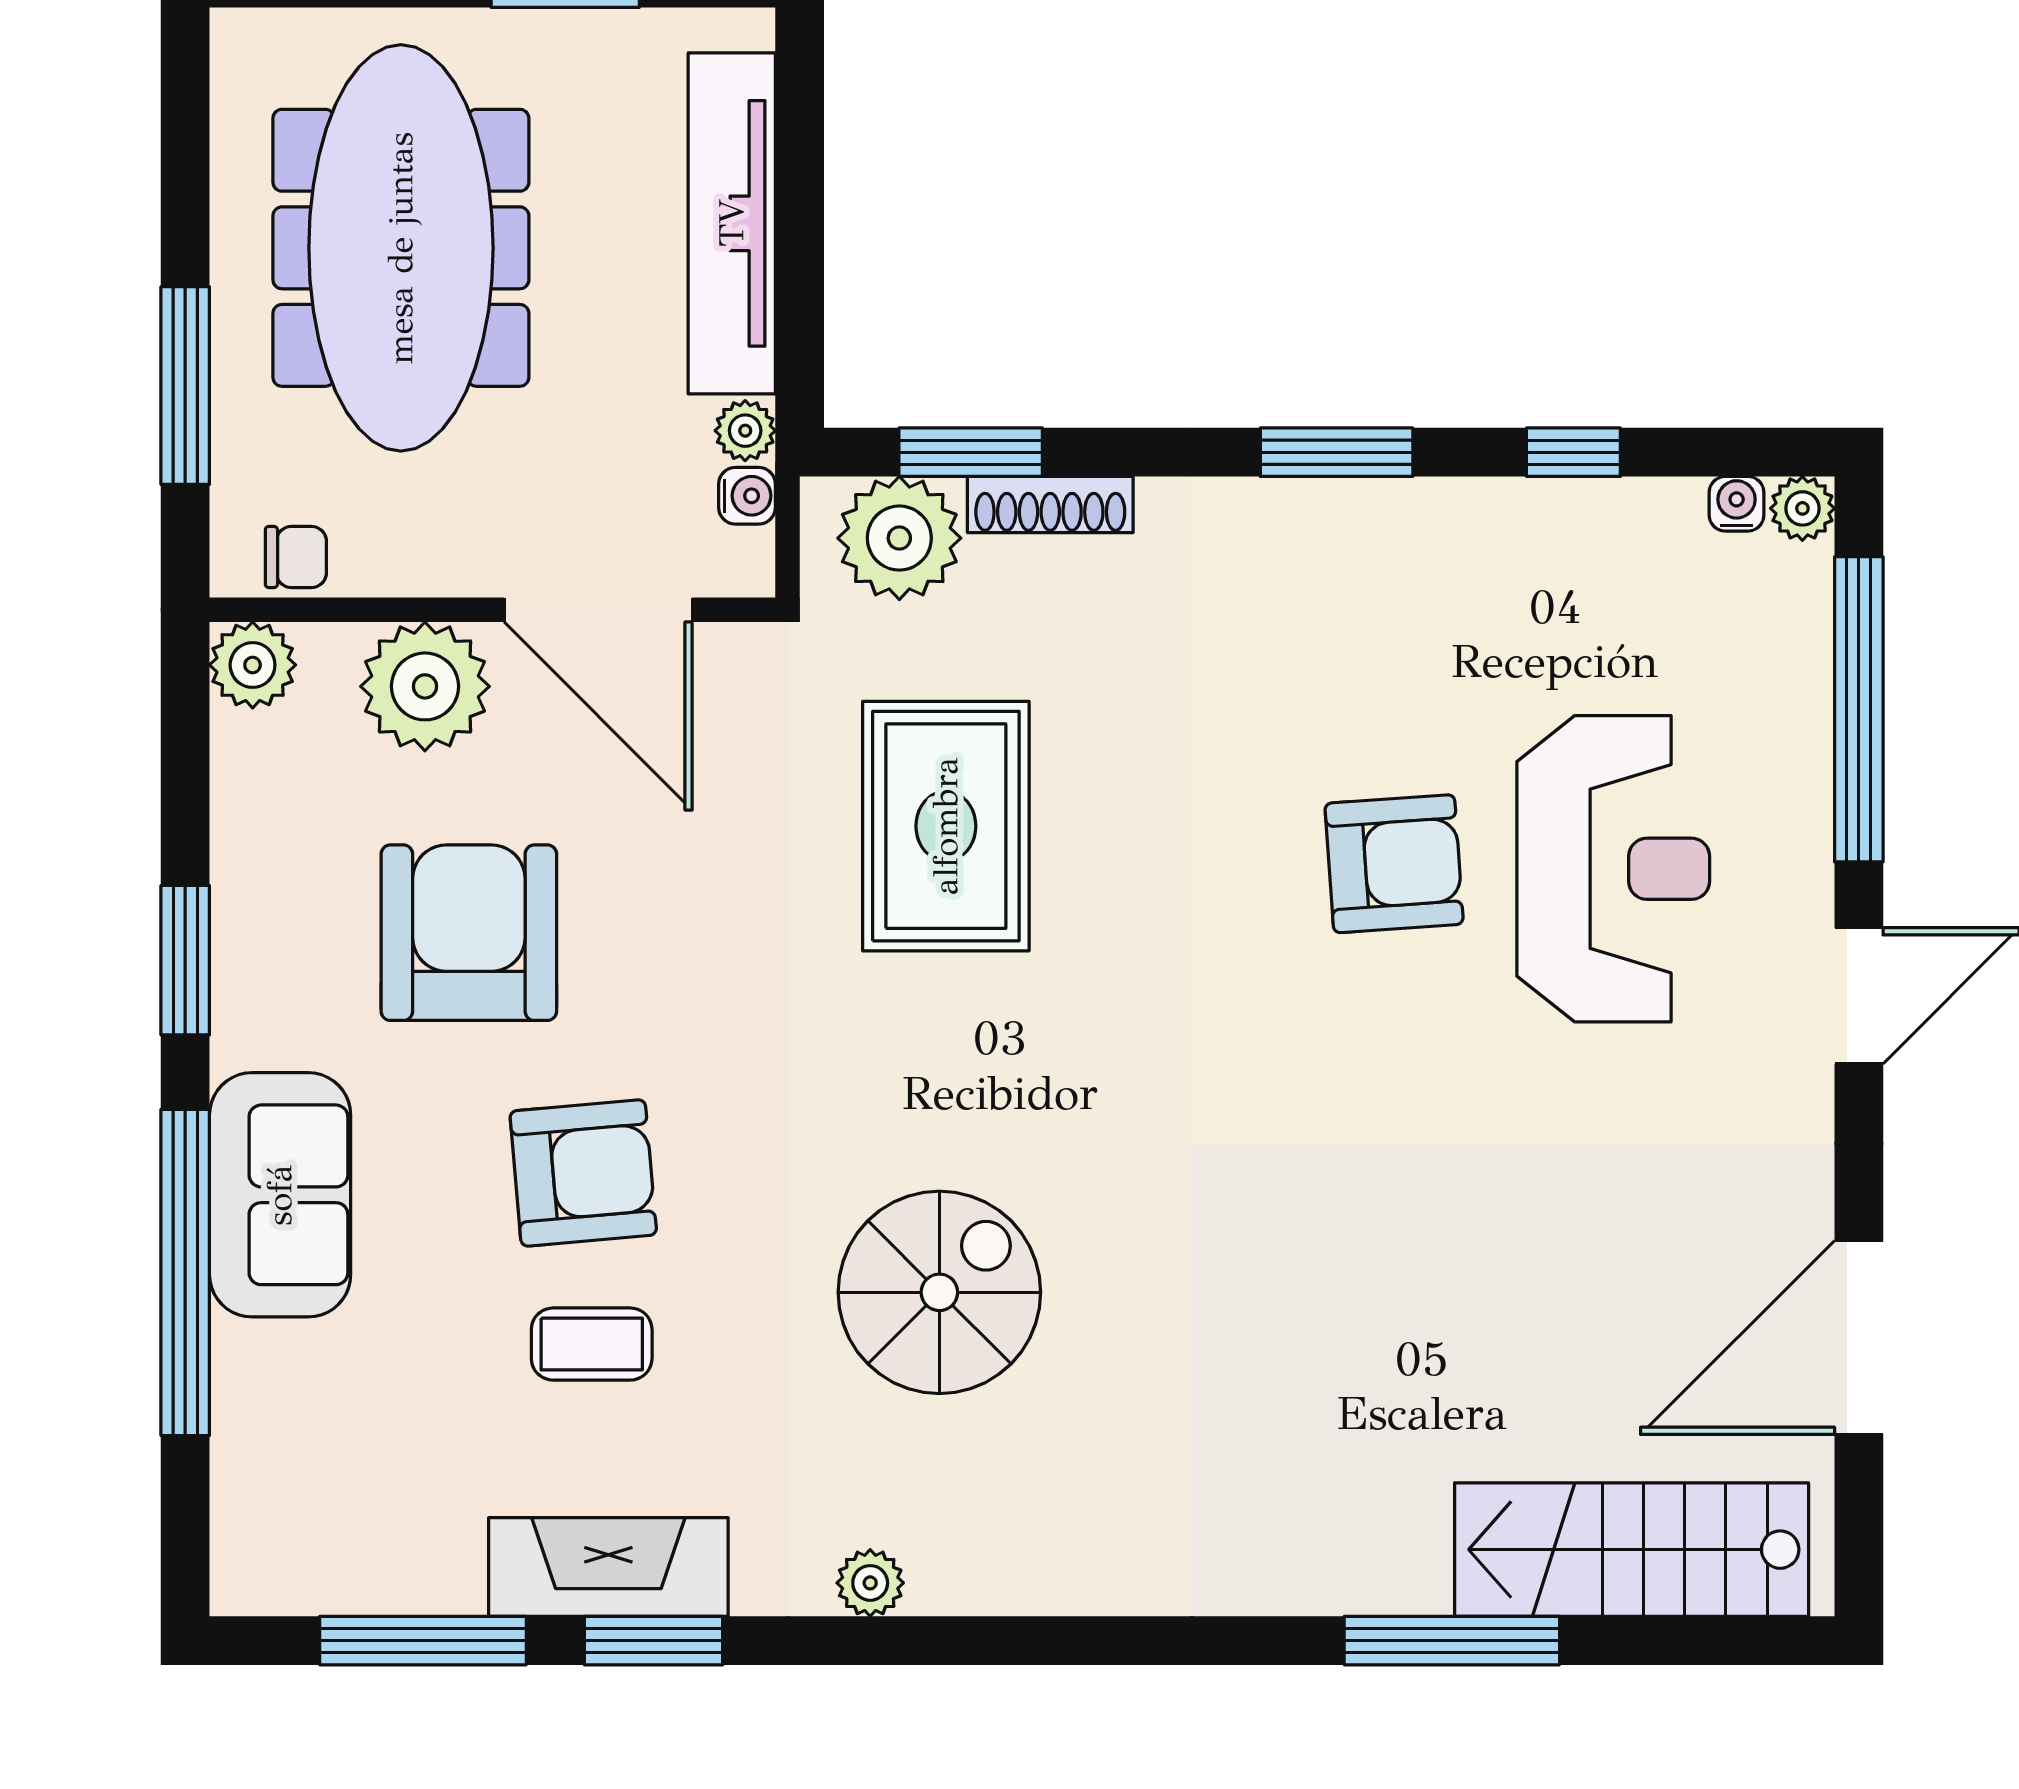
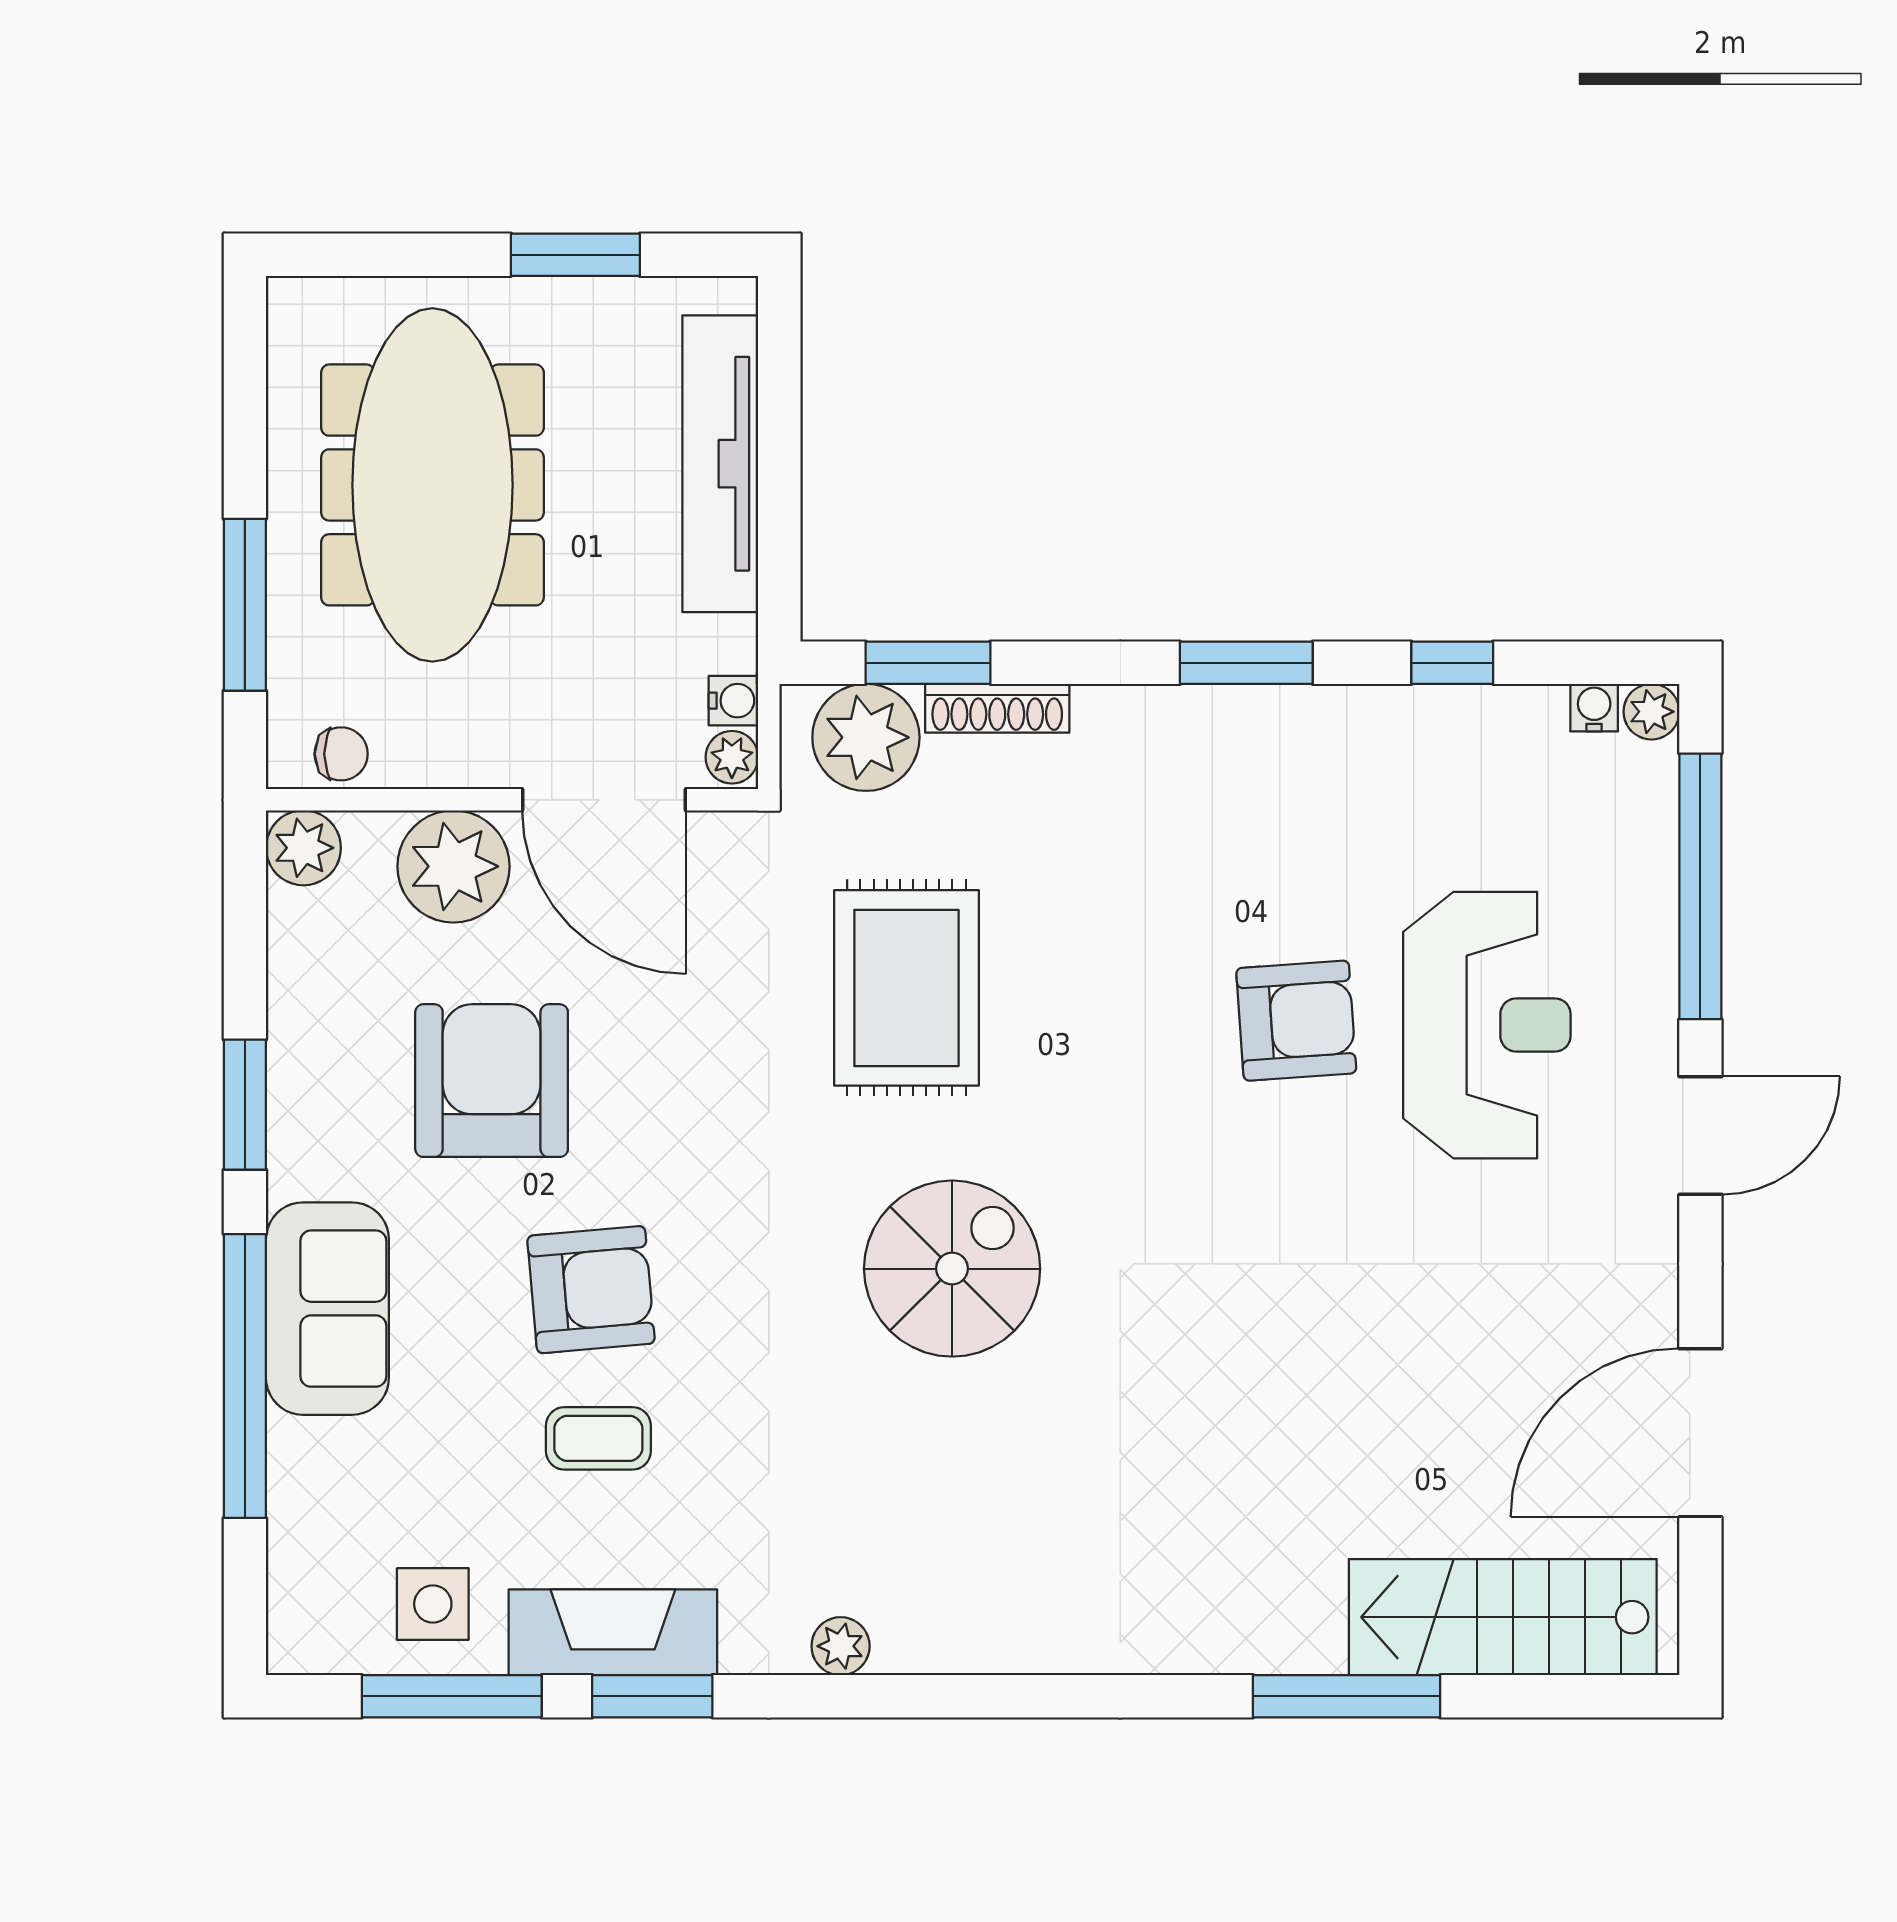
plant: (745, 431) -> (732, 757), moved
spiral stairs: (939, 1292) -> (952, 1269), moved
side table: (401, 1534) -> (433, 1604), added

